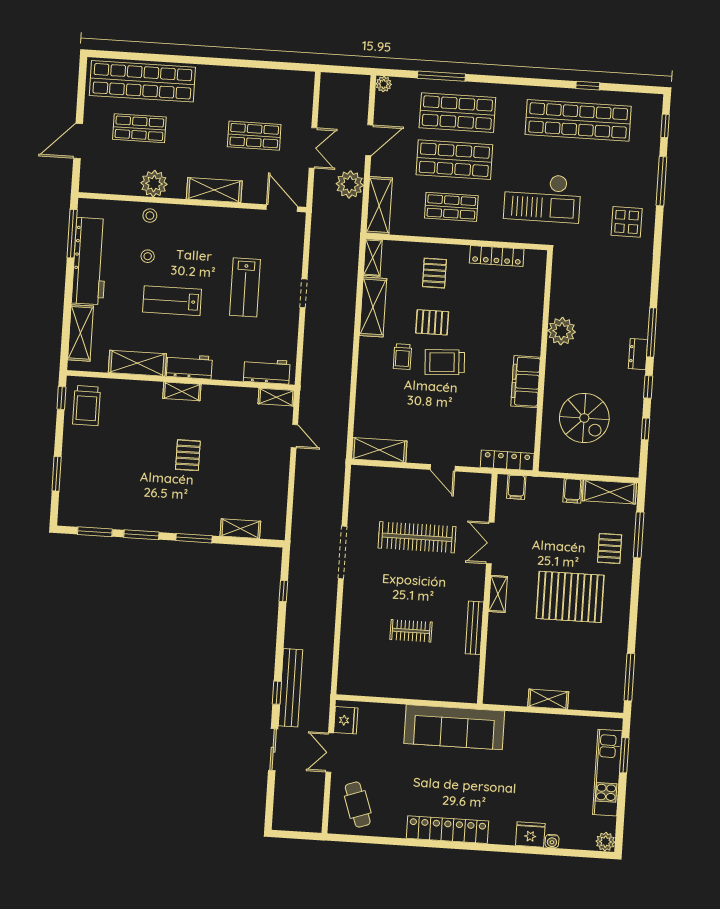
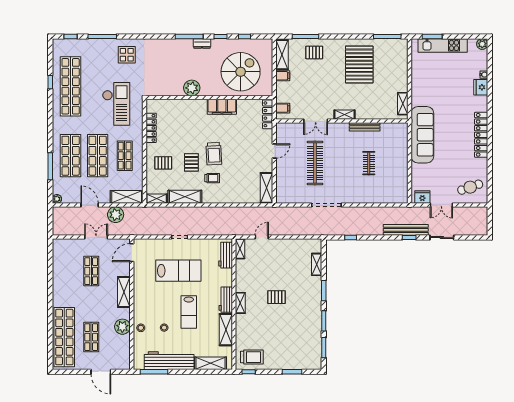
lab bench: (245, 287) -> (178, 271), width x1.36, depth x1.39
spiral stairs: (584, 418) -> (241, 72), width x1.37, depth x1.37
pallet: (570, 597) -> (359, 64), moved
shelving: (548, 699) -> (403, 104), moved

